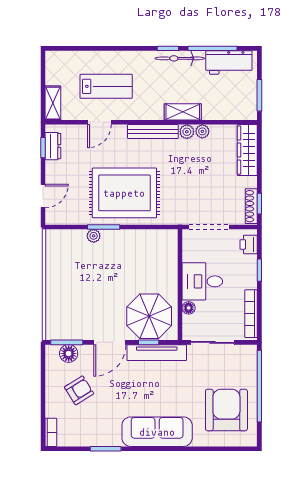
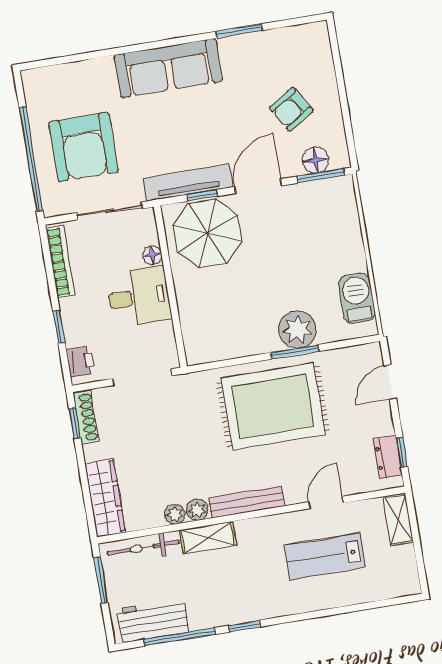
bicycle: (180, 58) -> (143, 548), moved, turned 180
plant: (94, 236) -> (297, 329), width x1.88, depth x1.88
barbecue: (56, 256) -> (357, 298), added
armchair: (226, 410) -> (83, 147), moved
bookcase: (51, 432) -> (322, 42), removed

